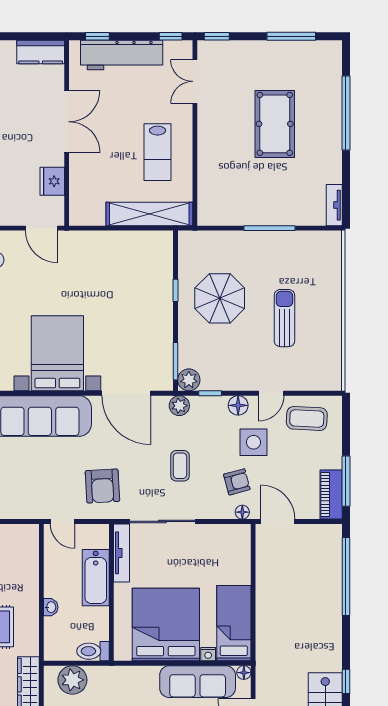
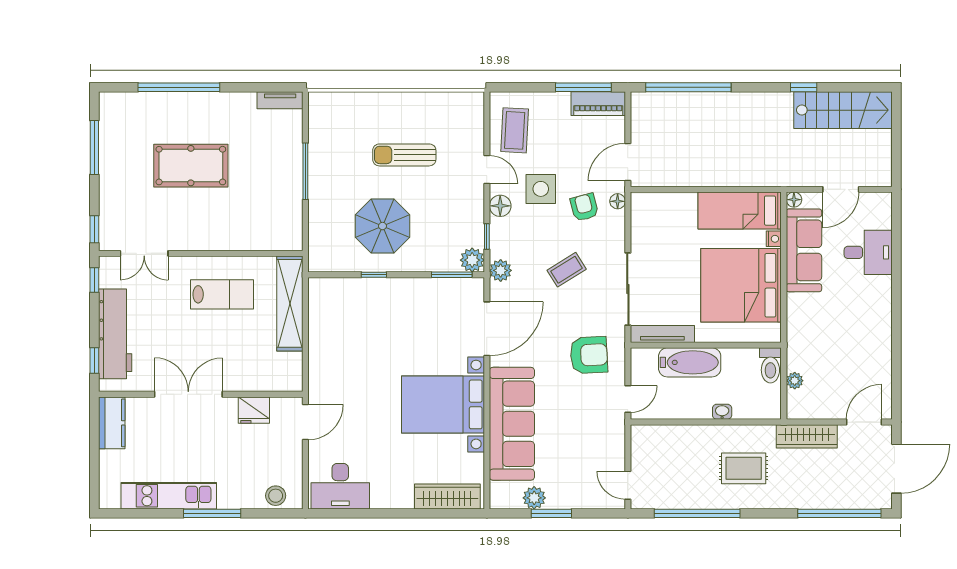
coffee table: (180, 466) -> (567, 270), turned -32
plant: (72, 680) -> (795, 381), width x0.53, depth x0.53

